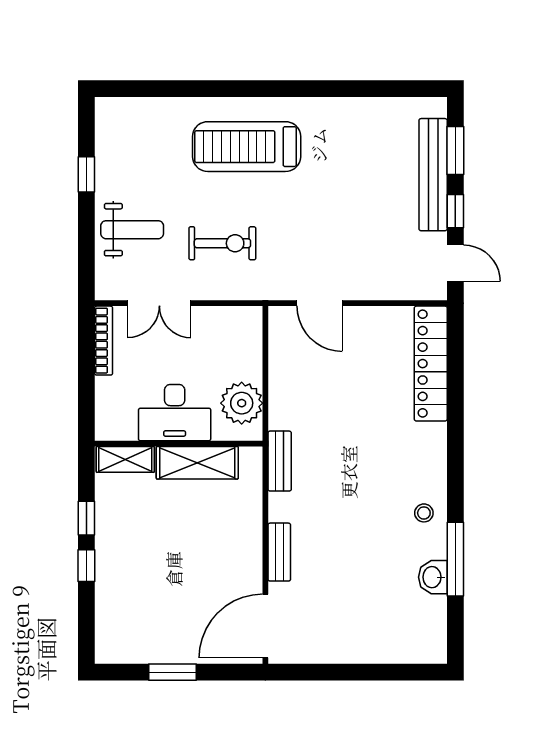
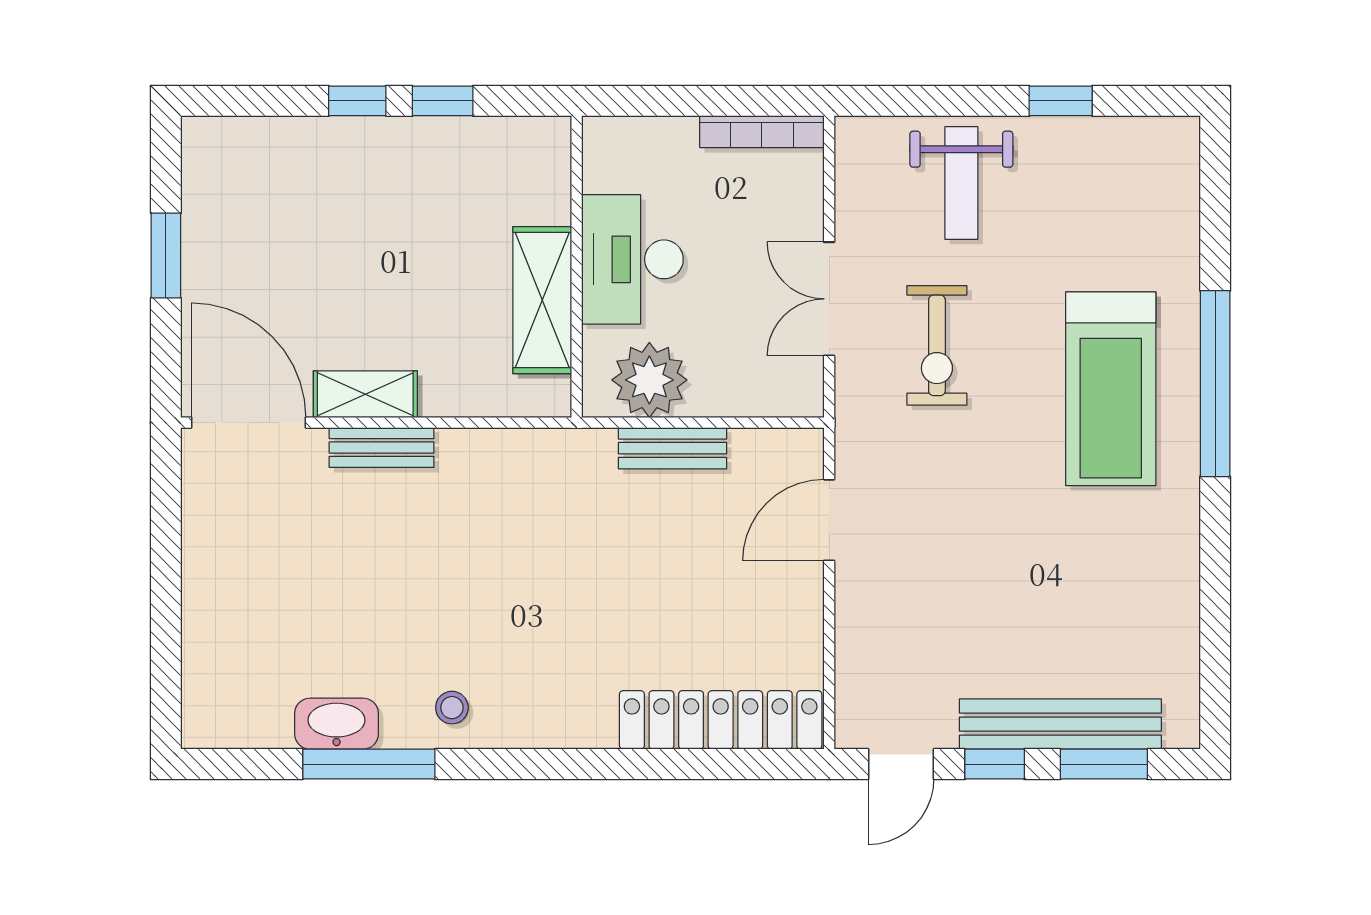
window: (244, 89) -> (1215, 384), added
treadmill: (247, 147) -> (1111, 389), turned 180
double door: (159, 303) -> (829, 299), moved
shelving: (125, 459) -> (365, 394), moved, turned 90
bench: (280, 461) -> (672, 448), moved
washbasin: (433, 577) -> (337, 724), width x1.38

